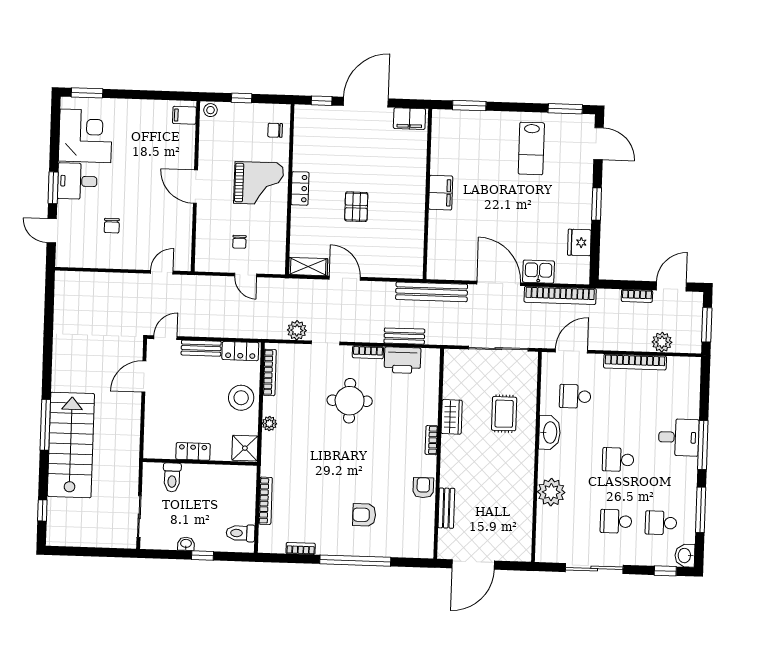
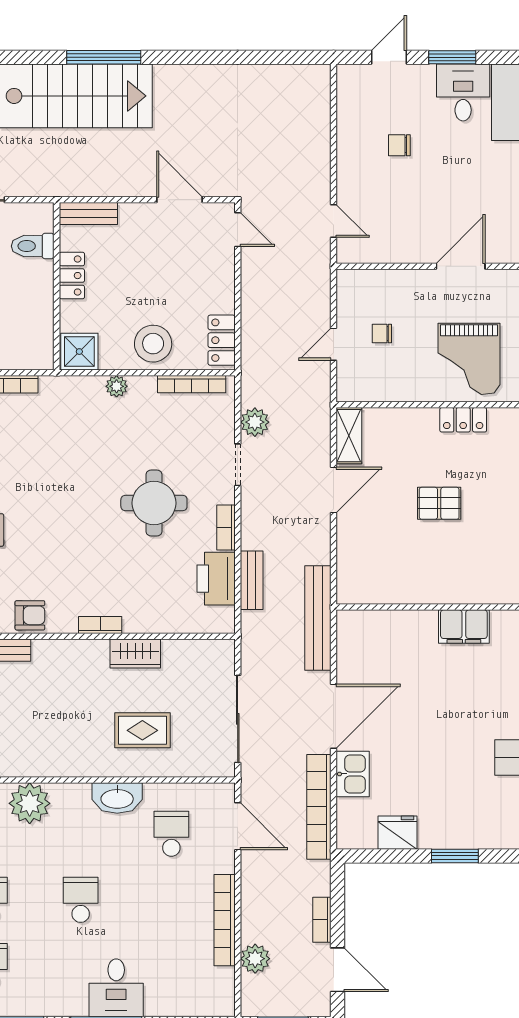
bench: (201, 348) -> (88, 213), moved, turned 90

